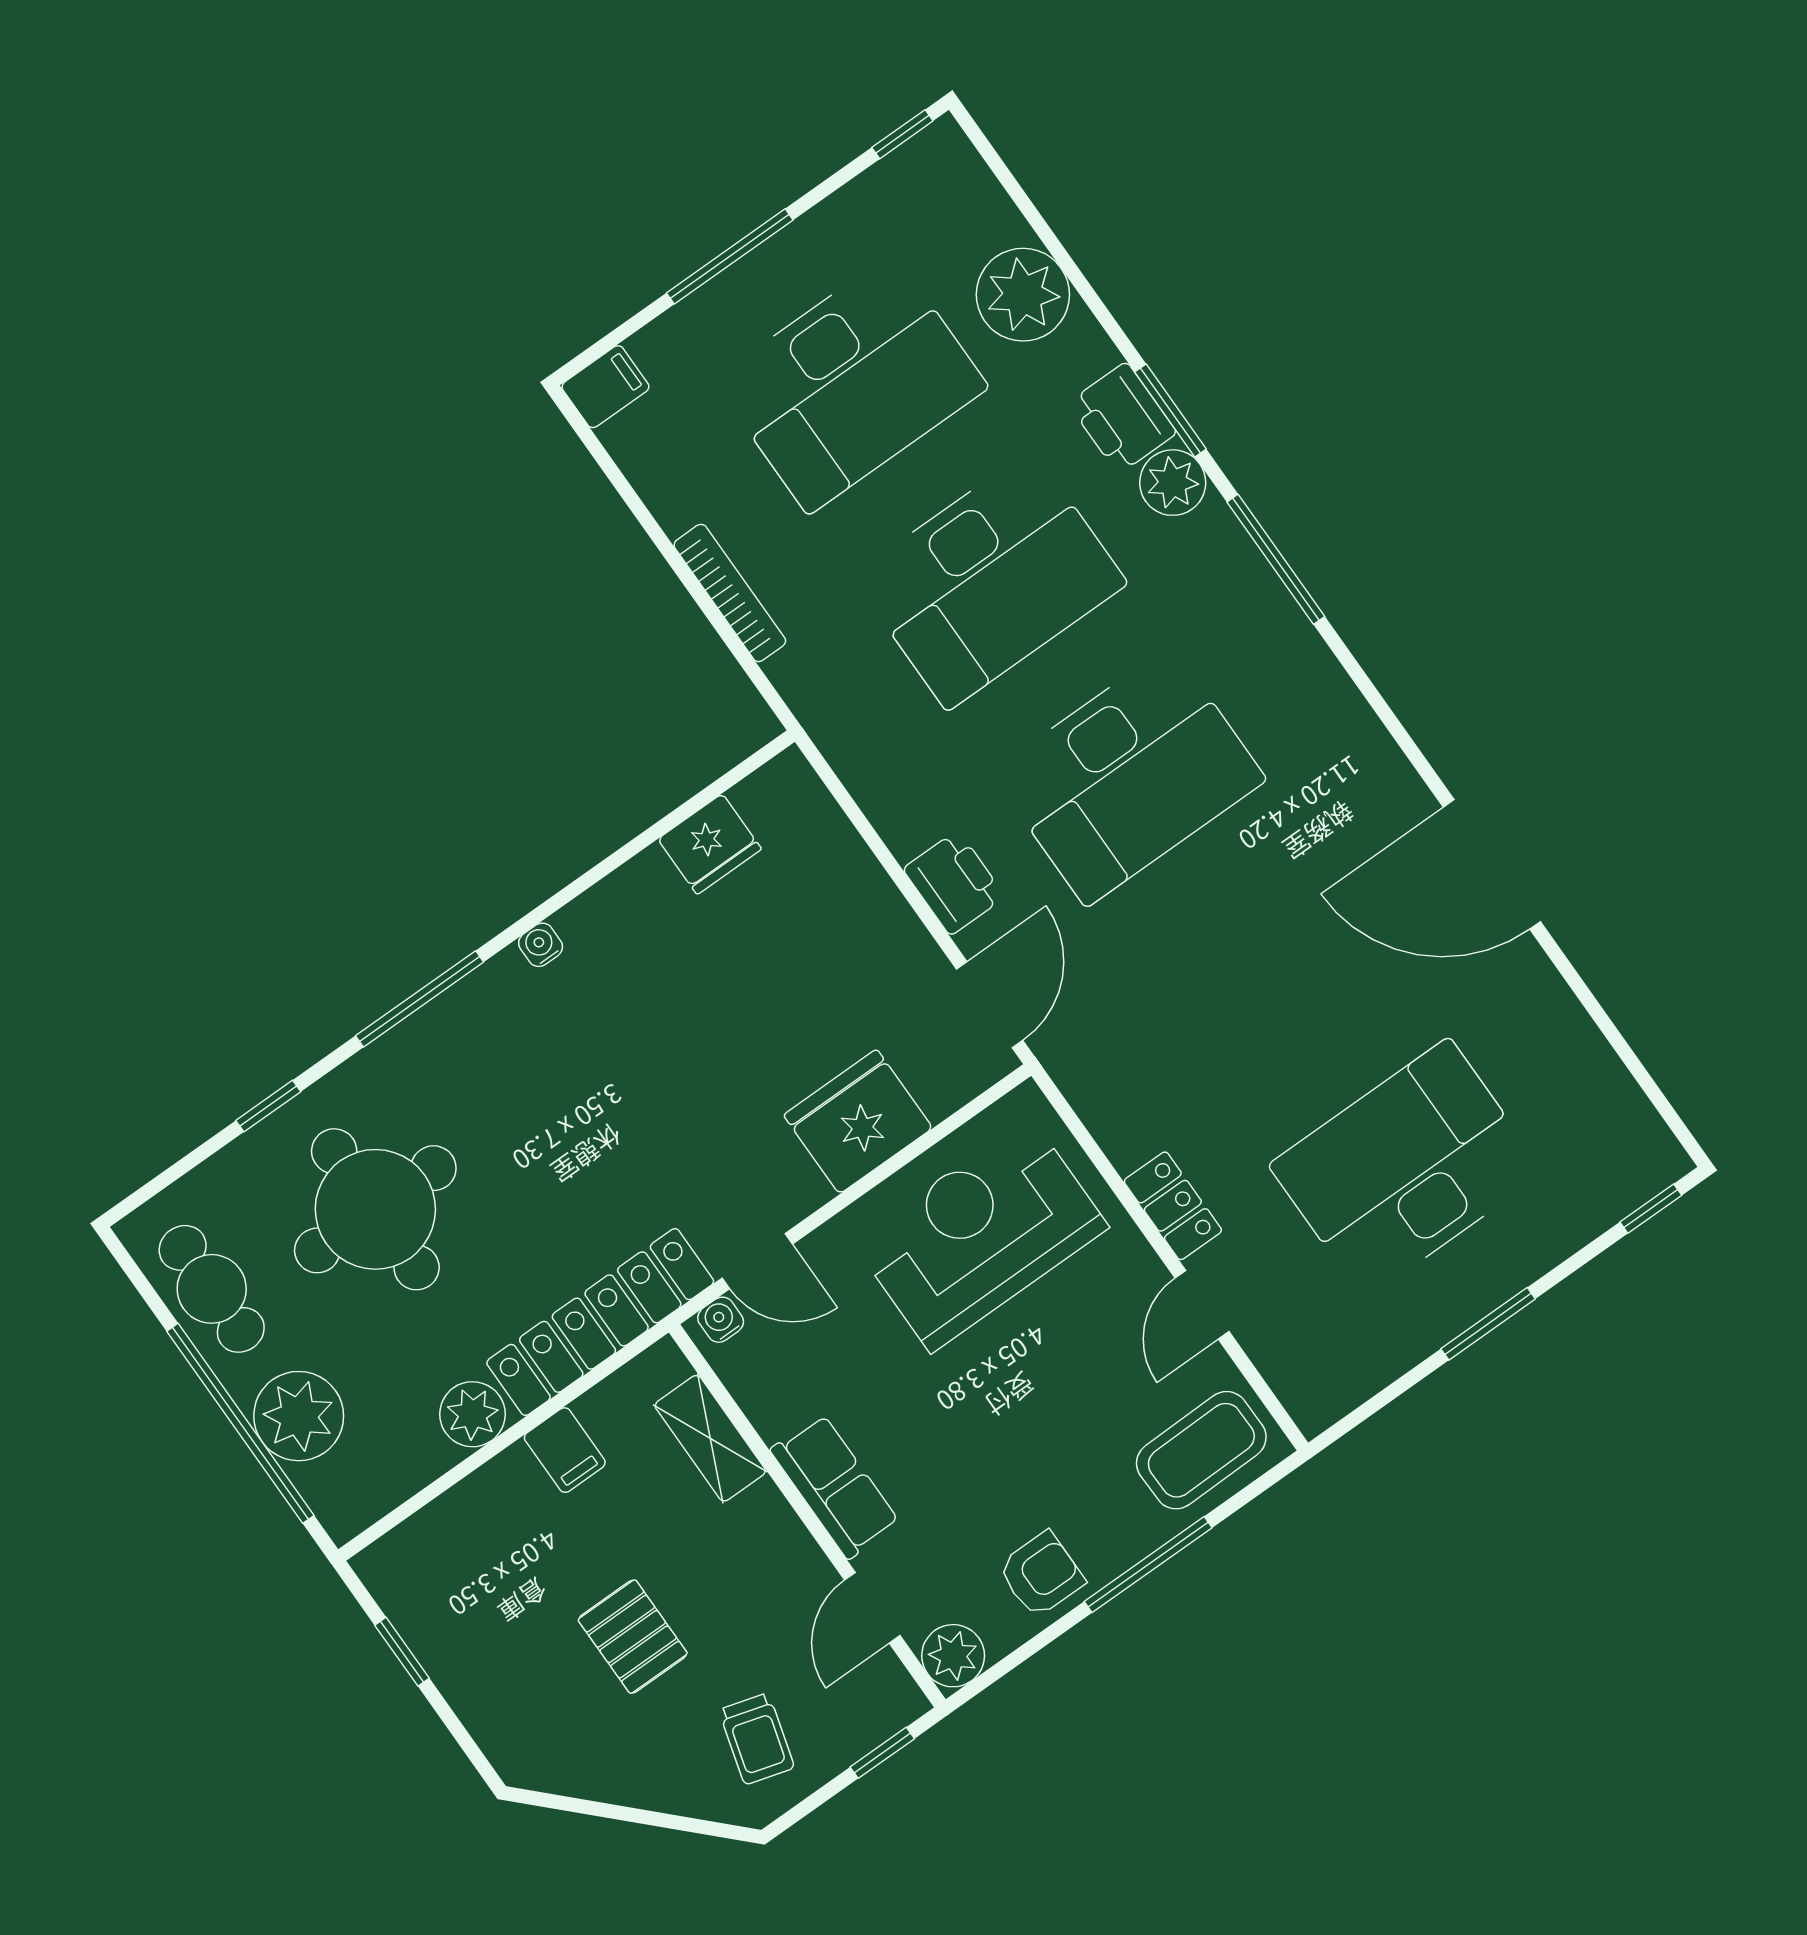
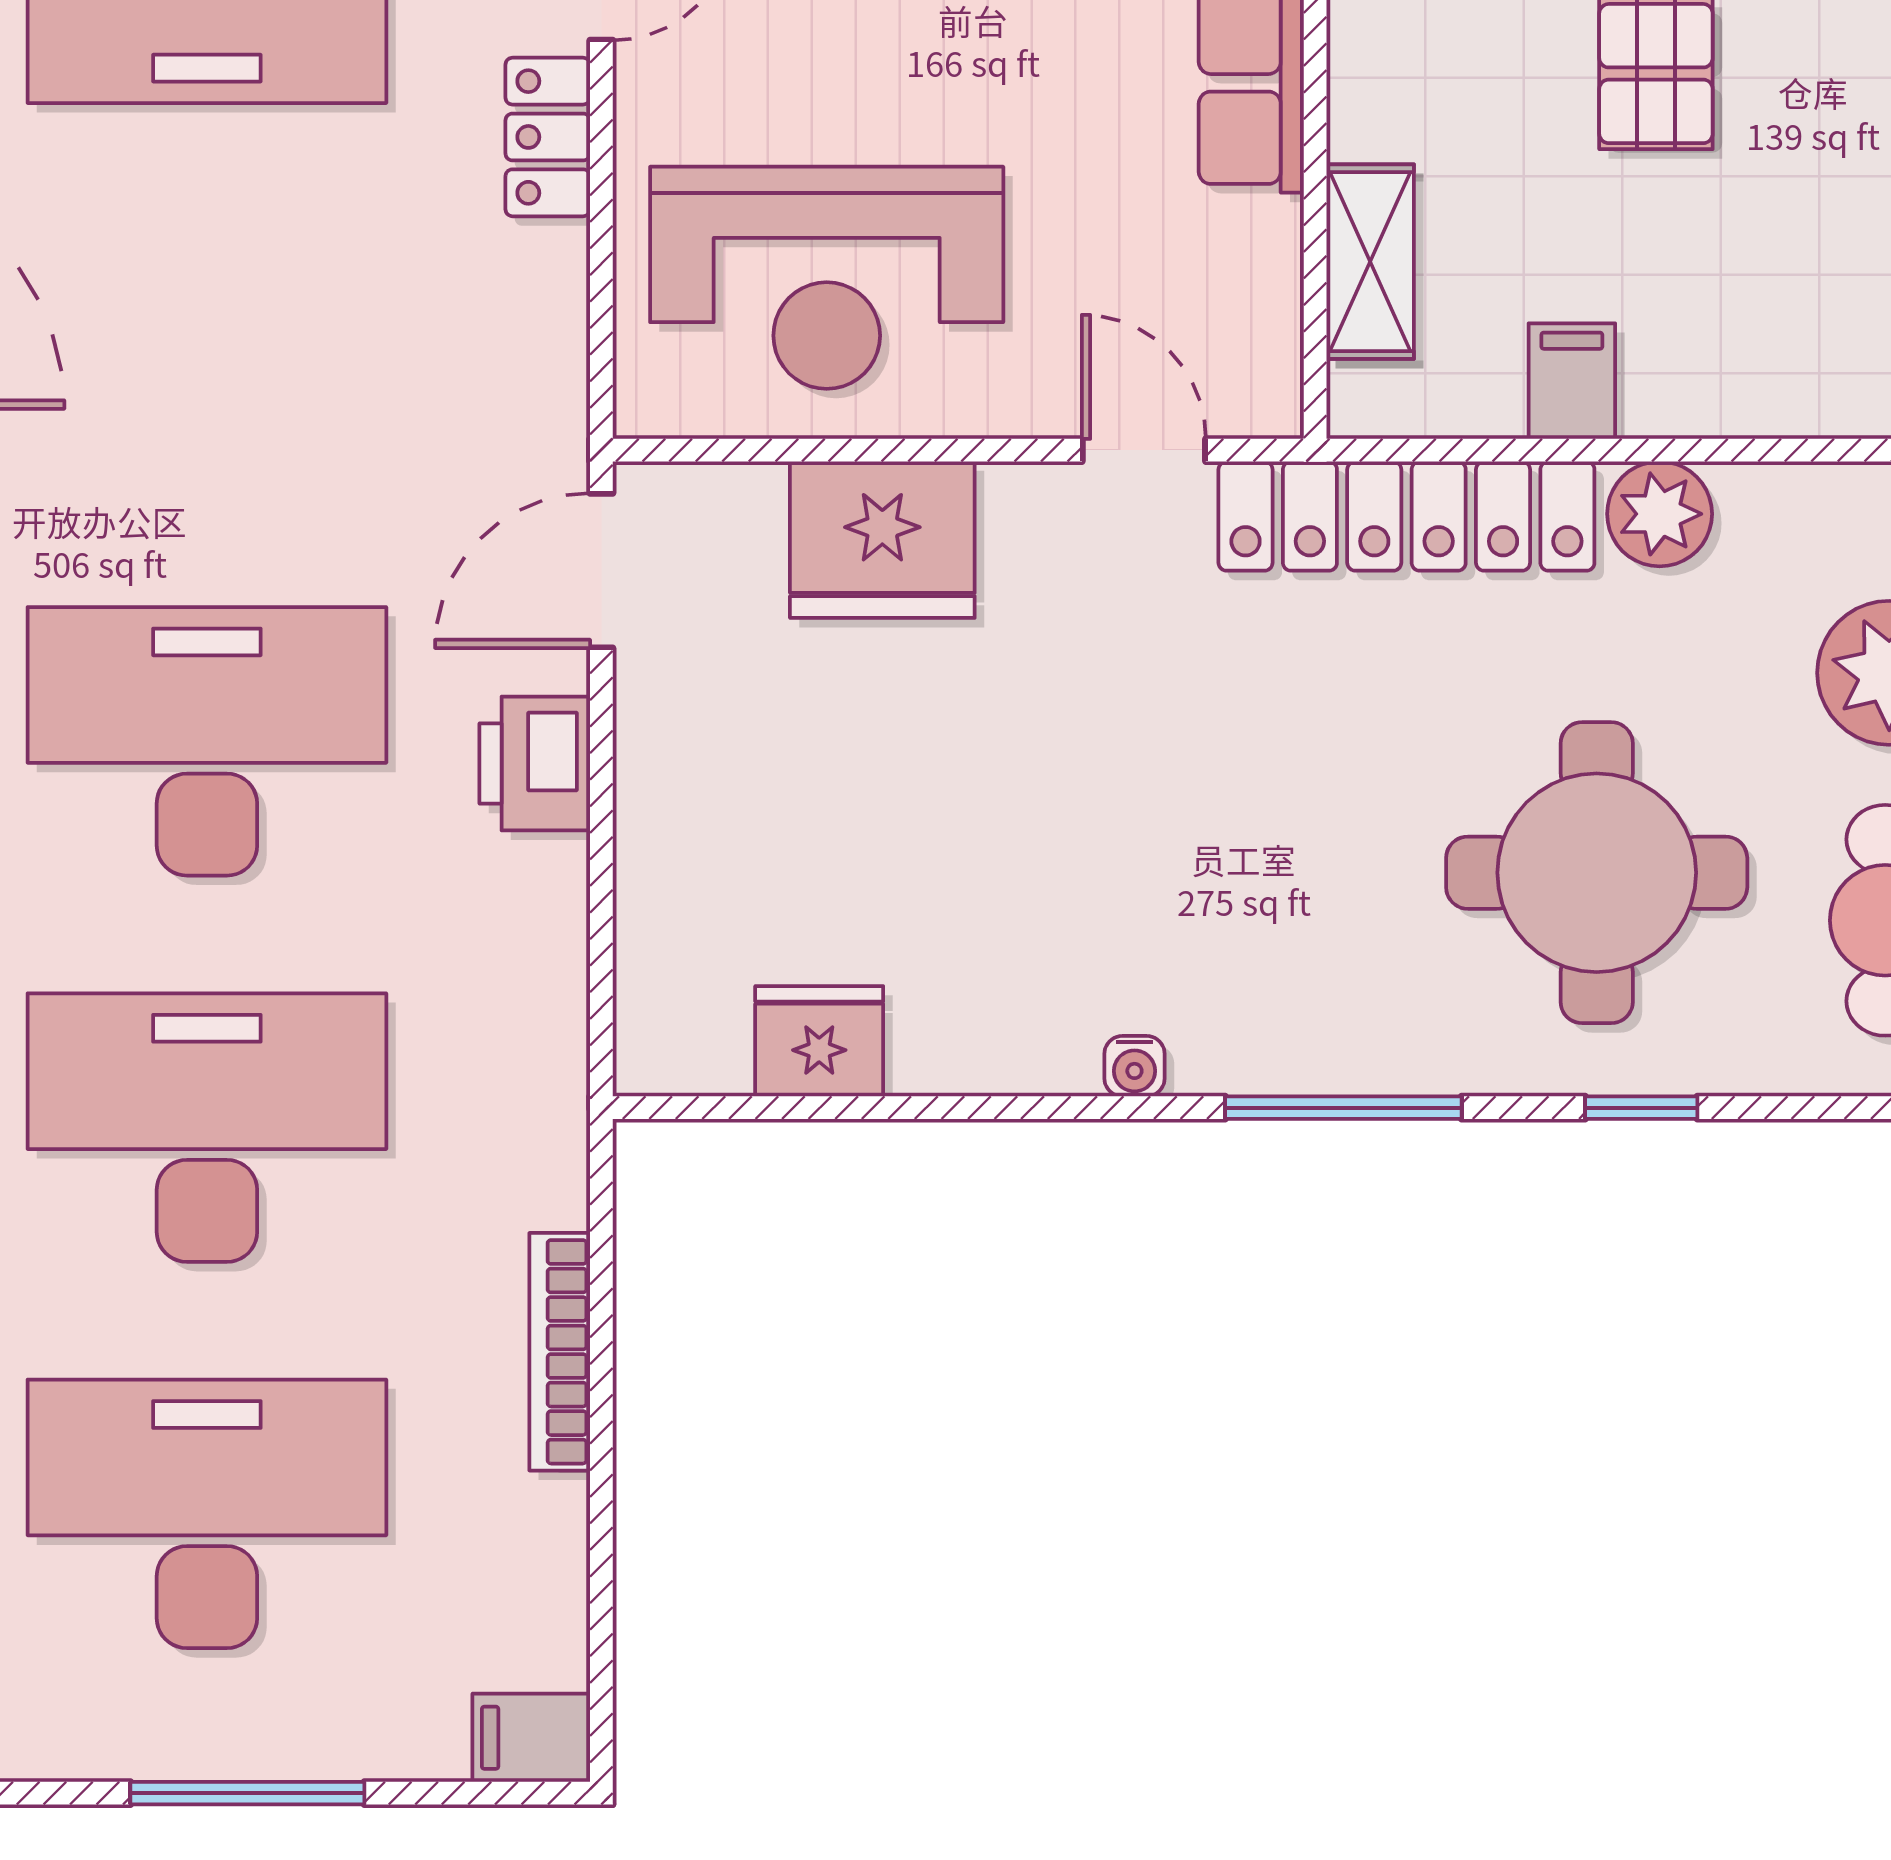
water cooler: (721, 1320) -> (1246, 407), removed

